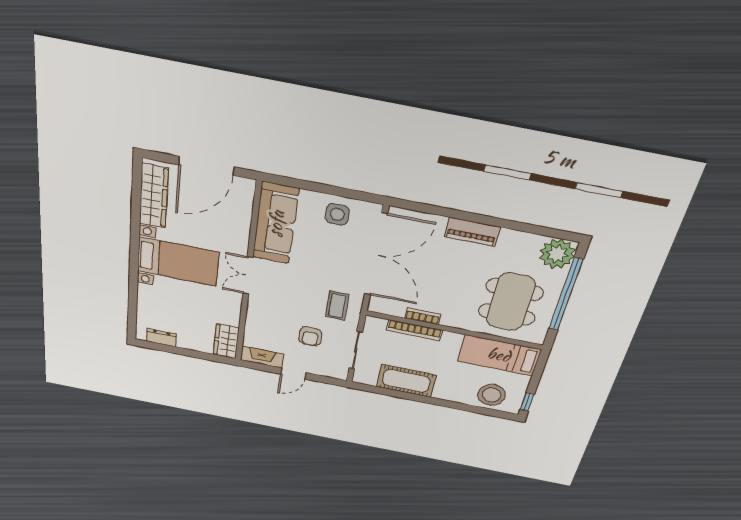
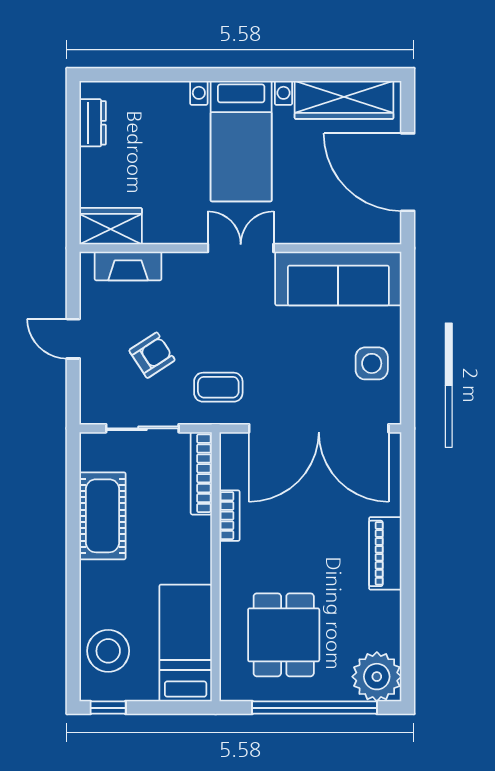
dining table: (511, 302) -> (284, 635), width x0.73
bookcase: (414, 330) -> (201, 473), moved
armchair: (310, 336) -> (152, 355), turned 147
fireplace: (262, 357) -> (128, 266), moved, turned 90

